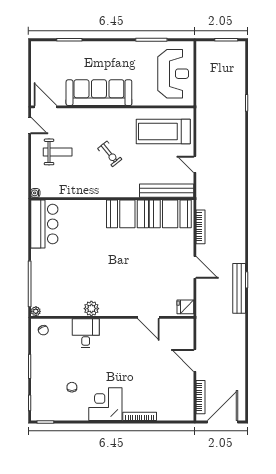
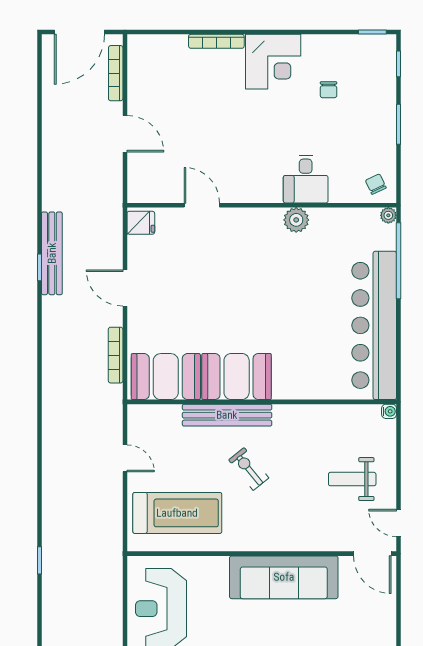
exercise bike: (110, 154) -> (249, 469), moved
bench: (167, 191) -> (227, 415), moved
bar counter: (44, 224) -> (374, 325), width x1.86

